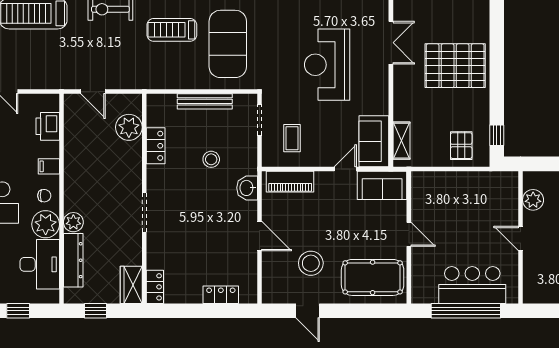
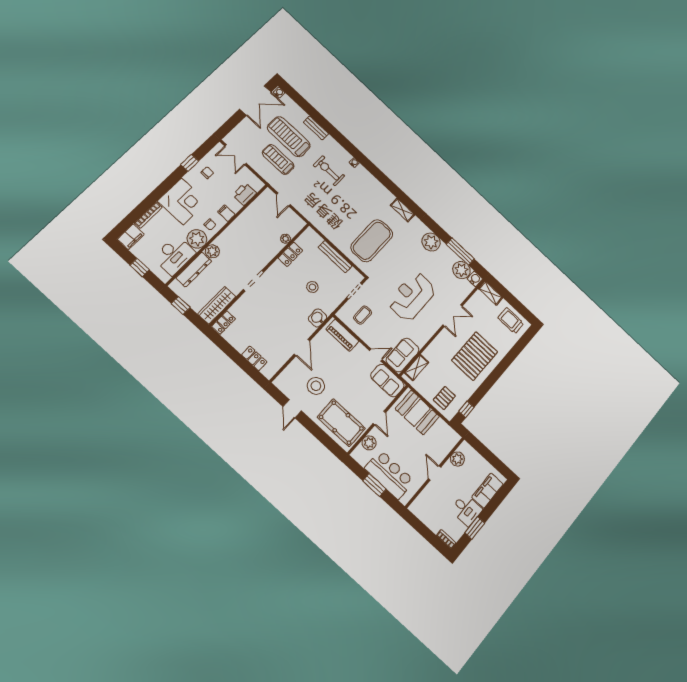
treadmill: (172, 30) -> (278, 159), moved
pallet: (455, 66) -> (475, 356), turned 90
plant: (129, 127) -> (286, 239), width x0.53, depth x0.53
booth: (445, 190) -> (417, 413), added
plant: (421, 271) -> (369, 443), added
wardrobe: (131, 285) -> (217, 305), width x1.50
window: (466, 311) -> (374, 485), width x0.47

